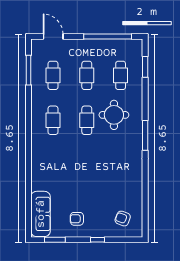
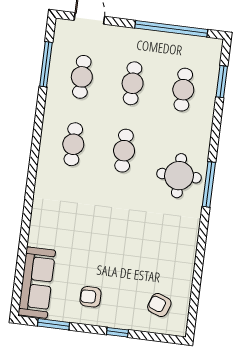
round table: (114, 115) -> (179, 176), moved

